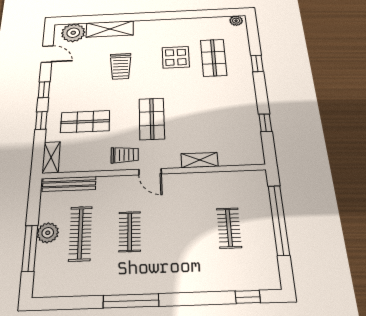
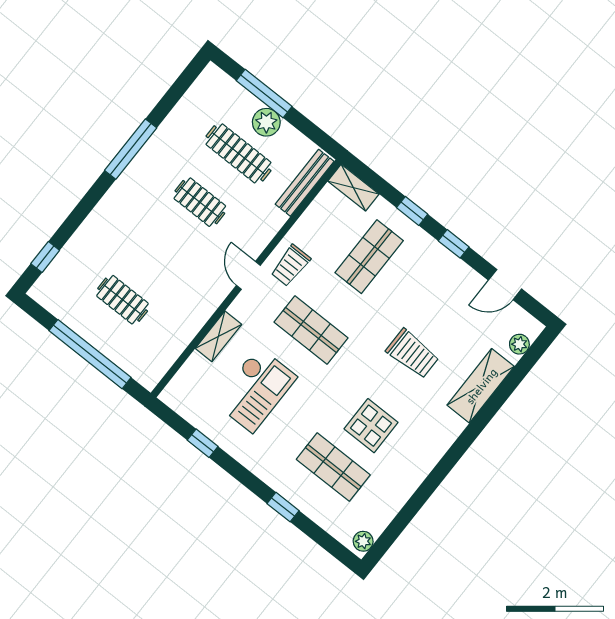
plant: (73, 33) -> (519, 344), width x0.53, depth x0.53
trolley: (121, 66) -> (413, 354), turned 180
checkout: (210, 120) -> (255, 390), added
door: (150, 172) -> (248, 275), hinge flipped

